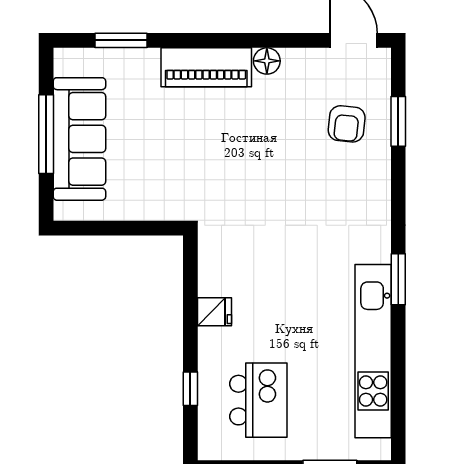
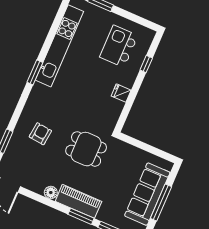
window: (189, 40) -> (81, 216), added
armchair: (347, 124) -> (40, 134), moved
dining table: (235, 174) -> (86, 149), added

